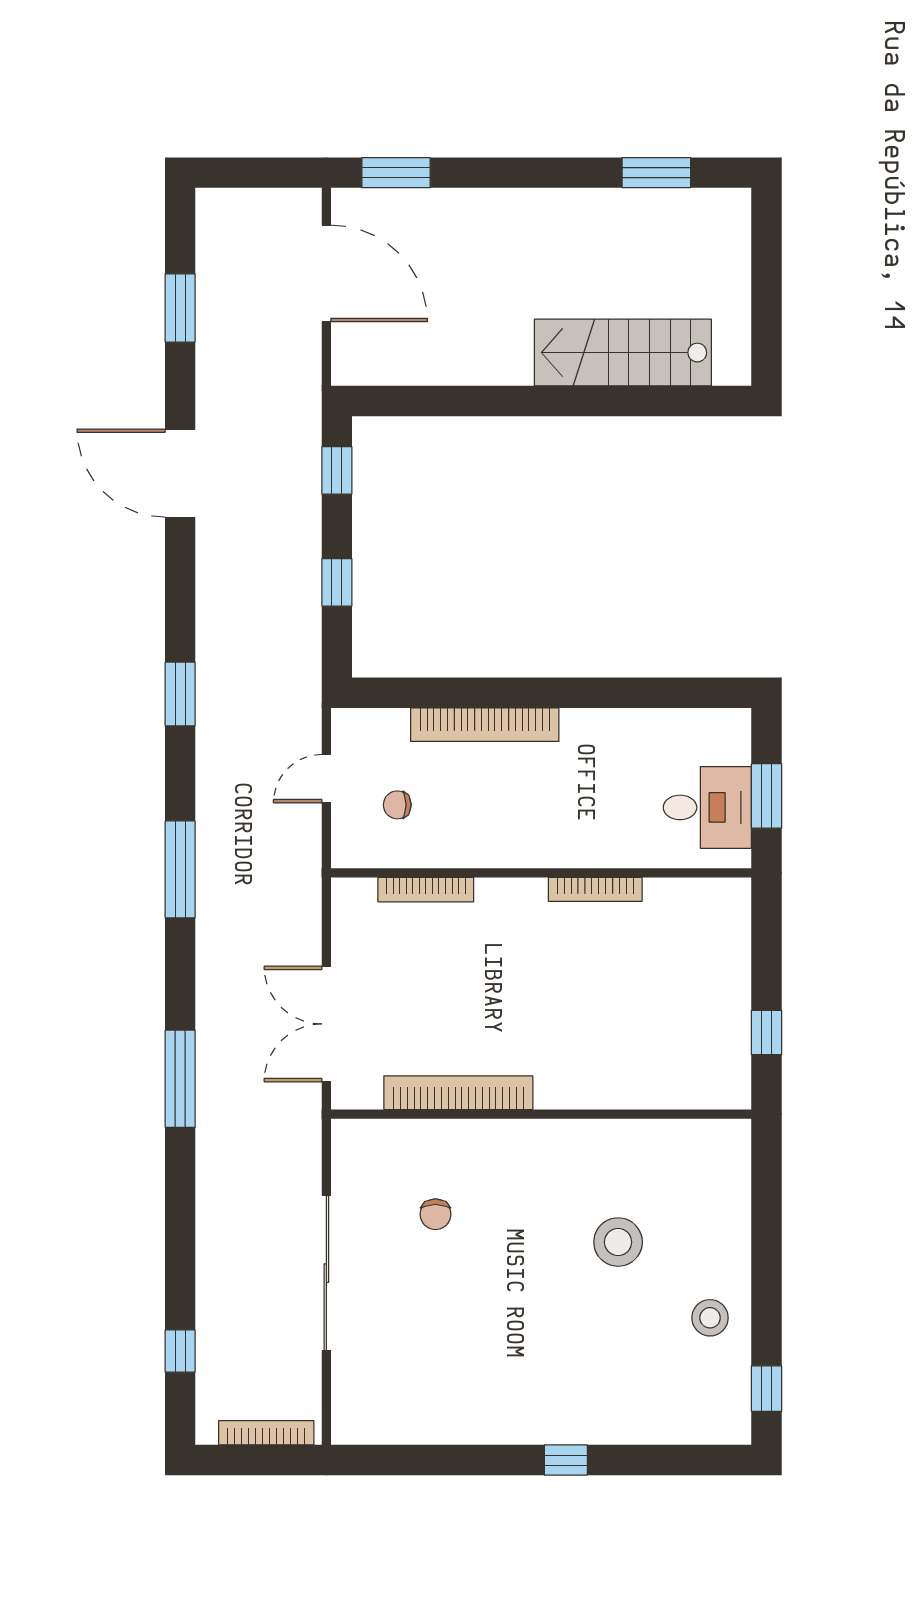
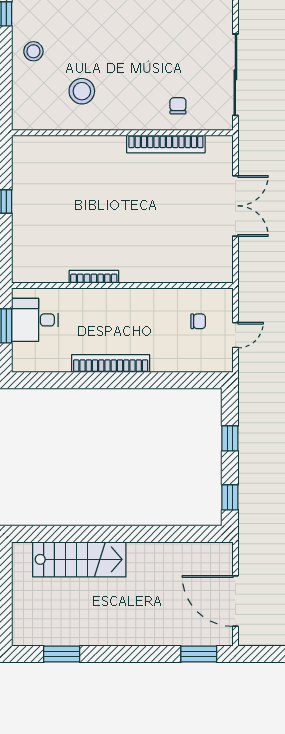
bookcase: (485, 725) -> (111, 363), moved
bookcase: (426, 890) -> (183, 277), removed
bookcase: (458, 1093) -> (166, 144), moved
wall: (541, 1114) -> (122, 133), moved

